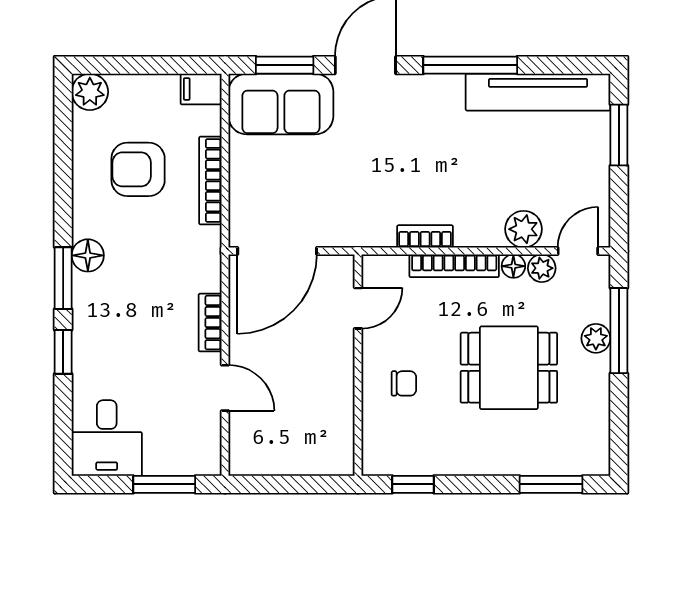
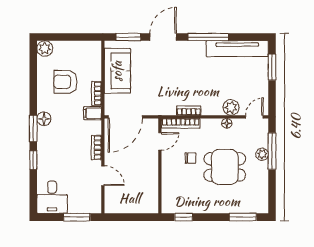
filing cabinet: (201, 89) -> (93, 113), moved
sofa: (281, 104) -> (117, 71), moved, turned -90
bookcase: (210, 180) -> (97, 93), width x0.64
bookcase: (454, 266) -> (181, 123), moved
plant: (542, 268) -> (239, 124), removed
chair: (404, 383) -> (190, 158), moved

